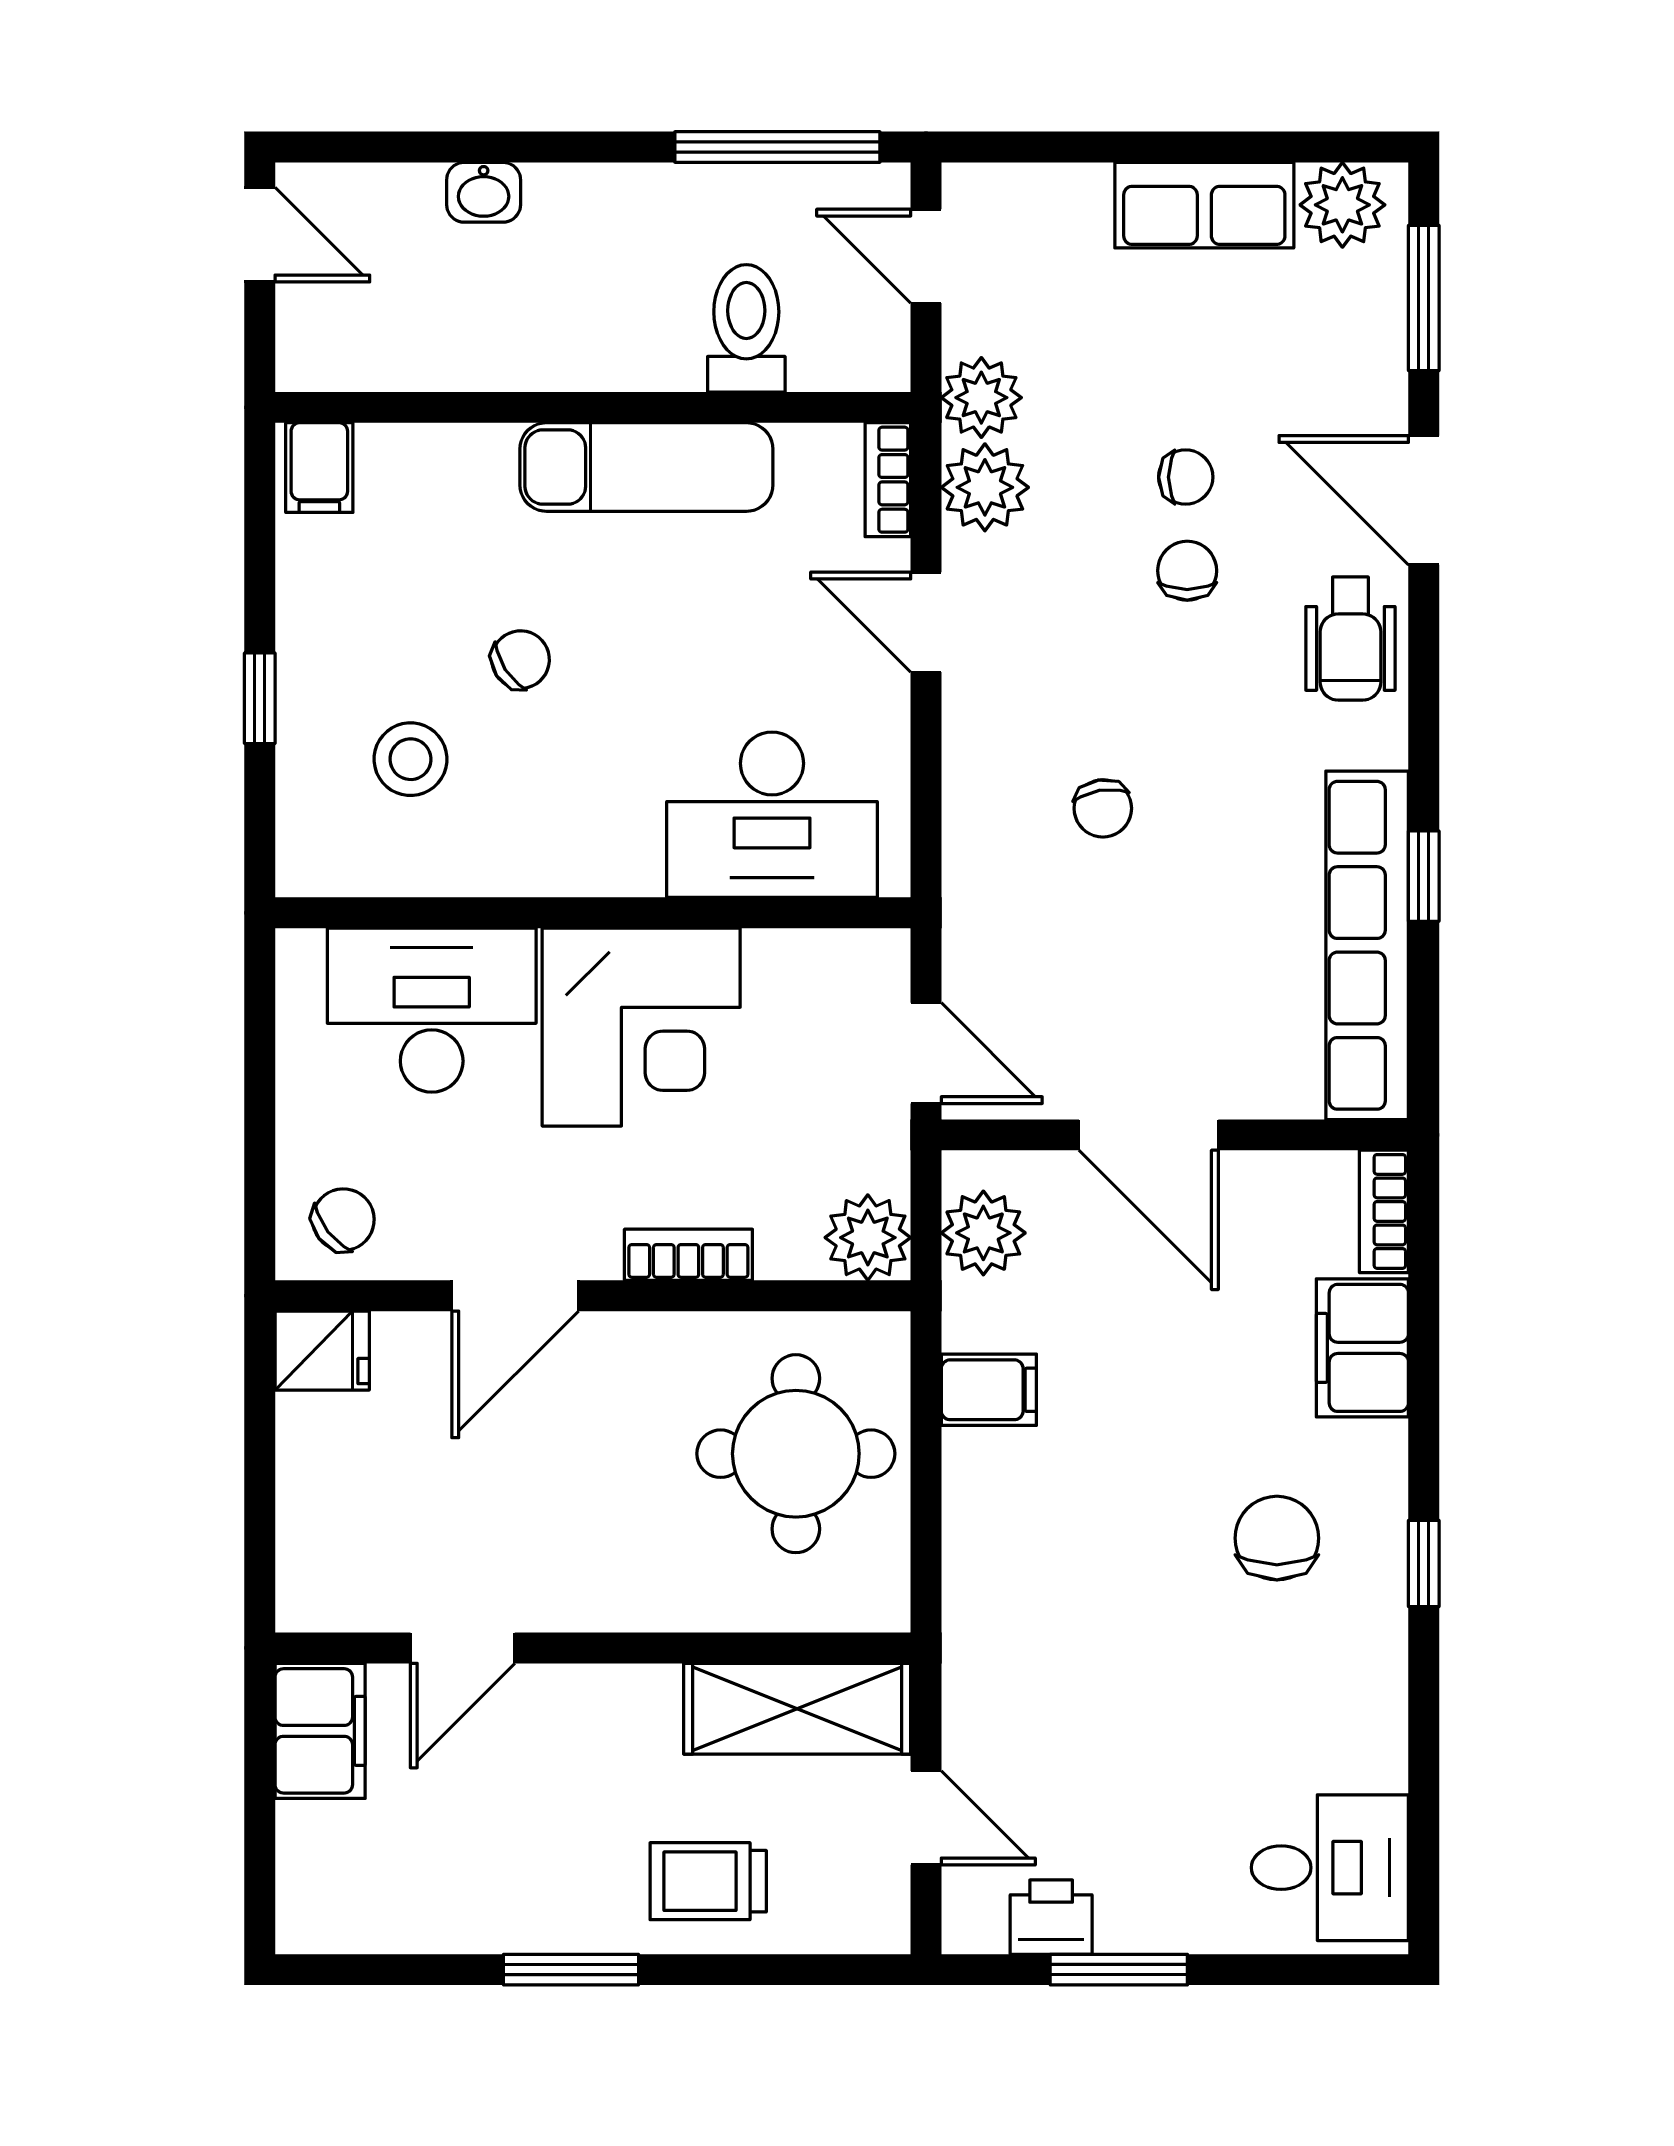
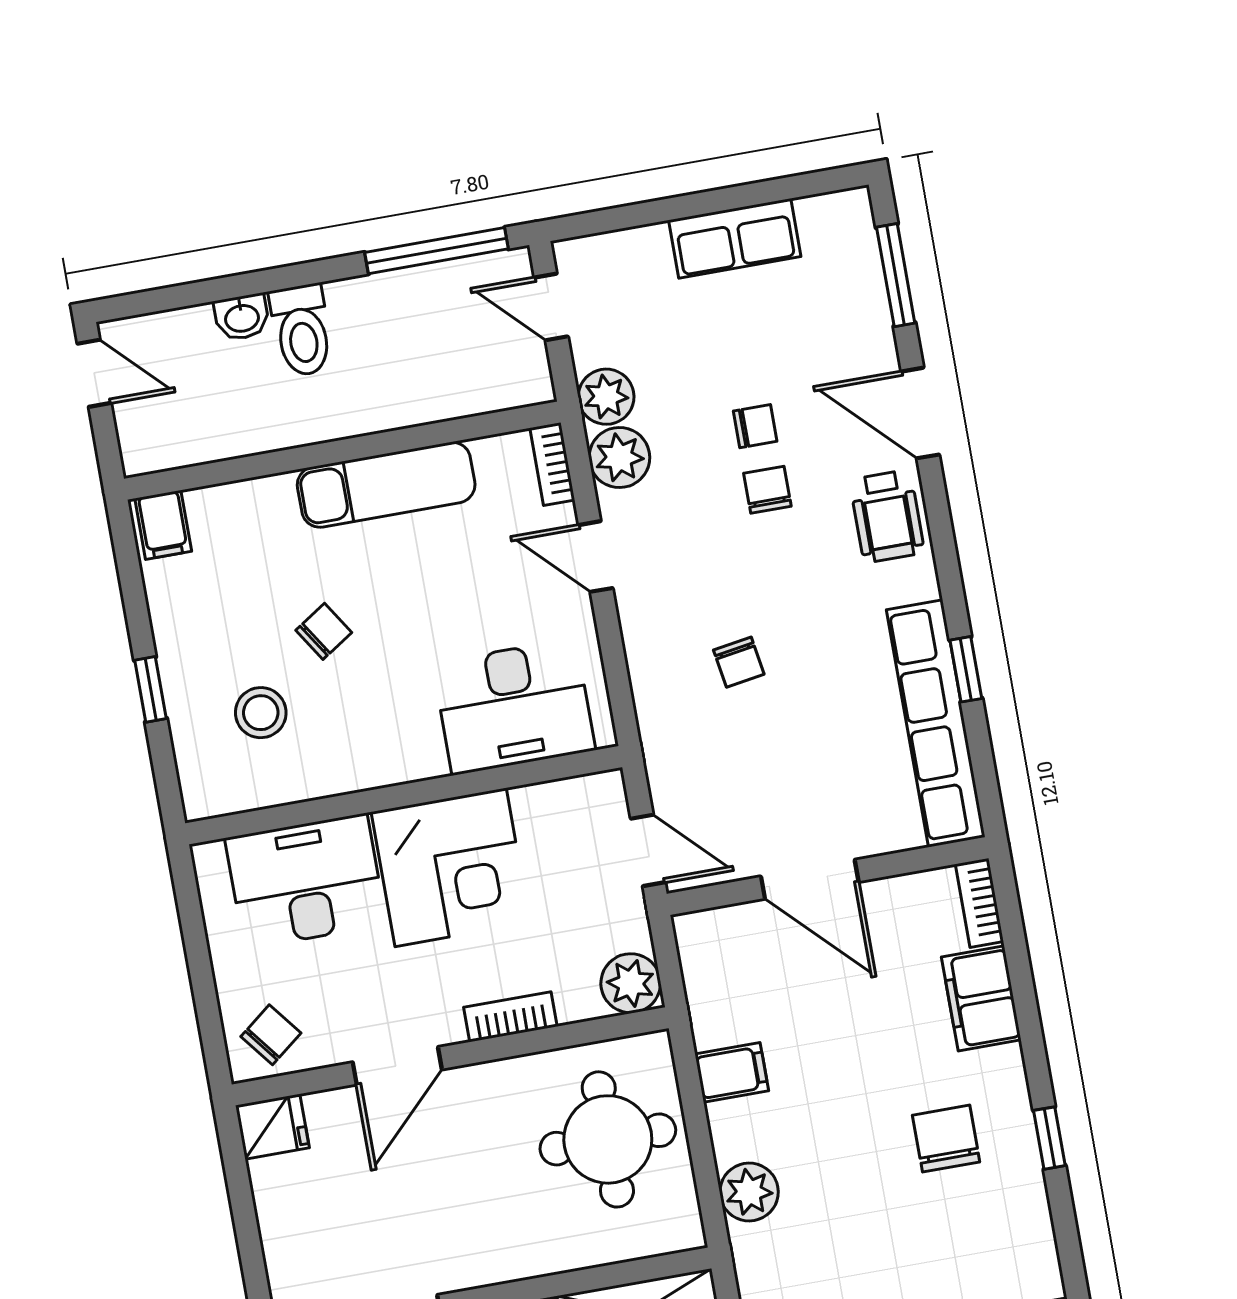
plant: (1342, 205) -> (829, 221), removed
toilet: (746, 328) -> (302, 330), moved, turned 180
plant: (983, 1233) -> (749, 1192), moved

